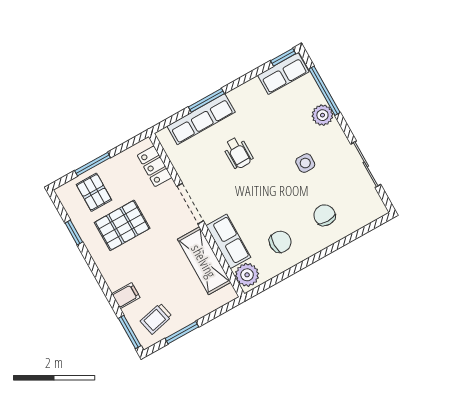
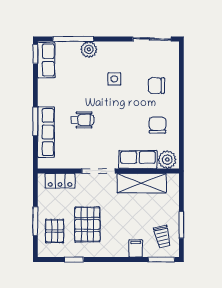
sliding door: (366, 164) -> (152, 39), moved
pallet: (94, 192) -> (55, 231), turned 90

